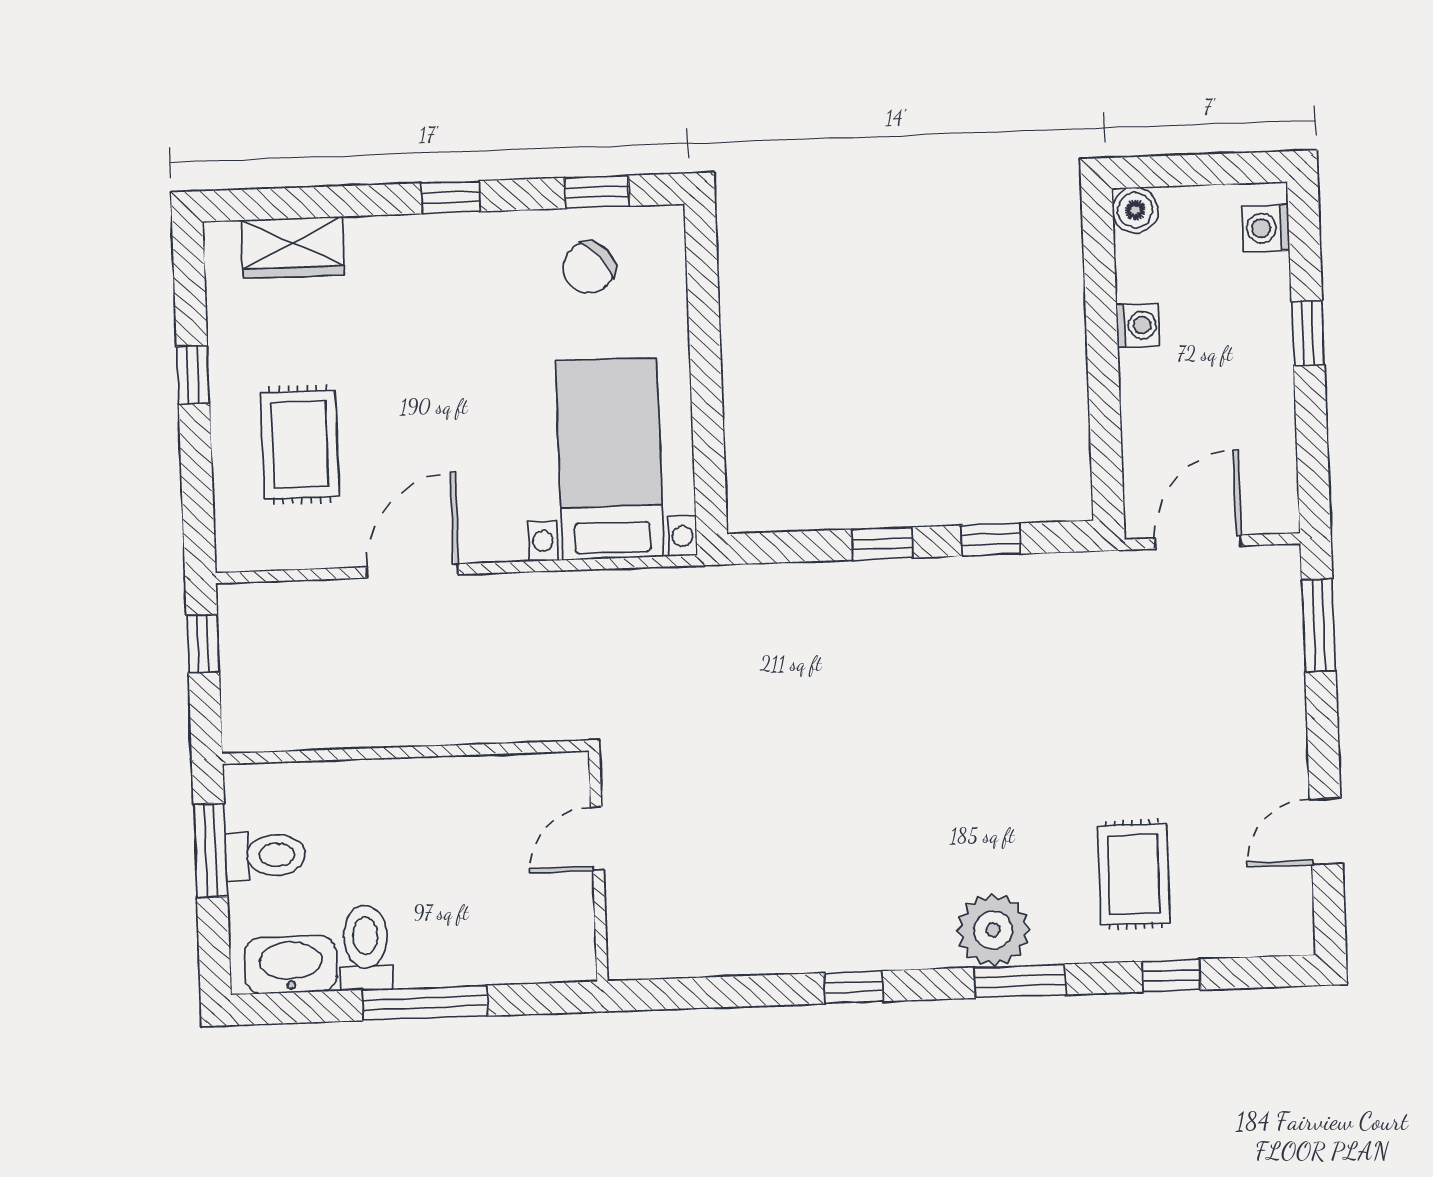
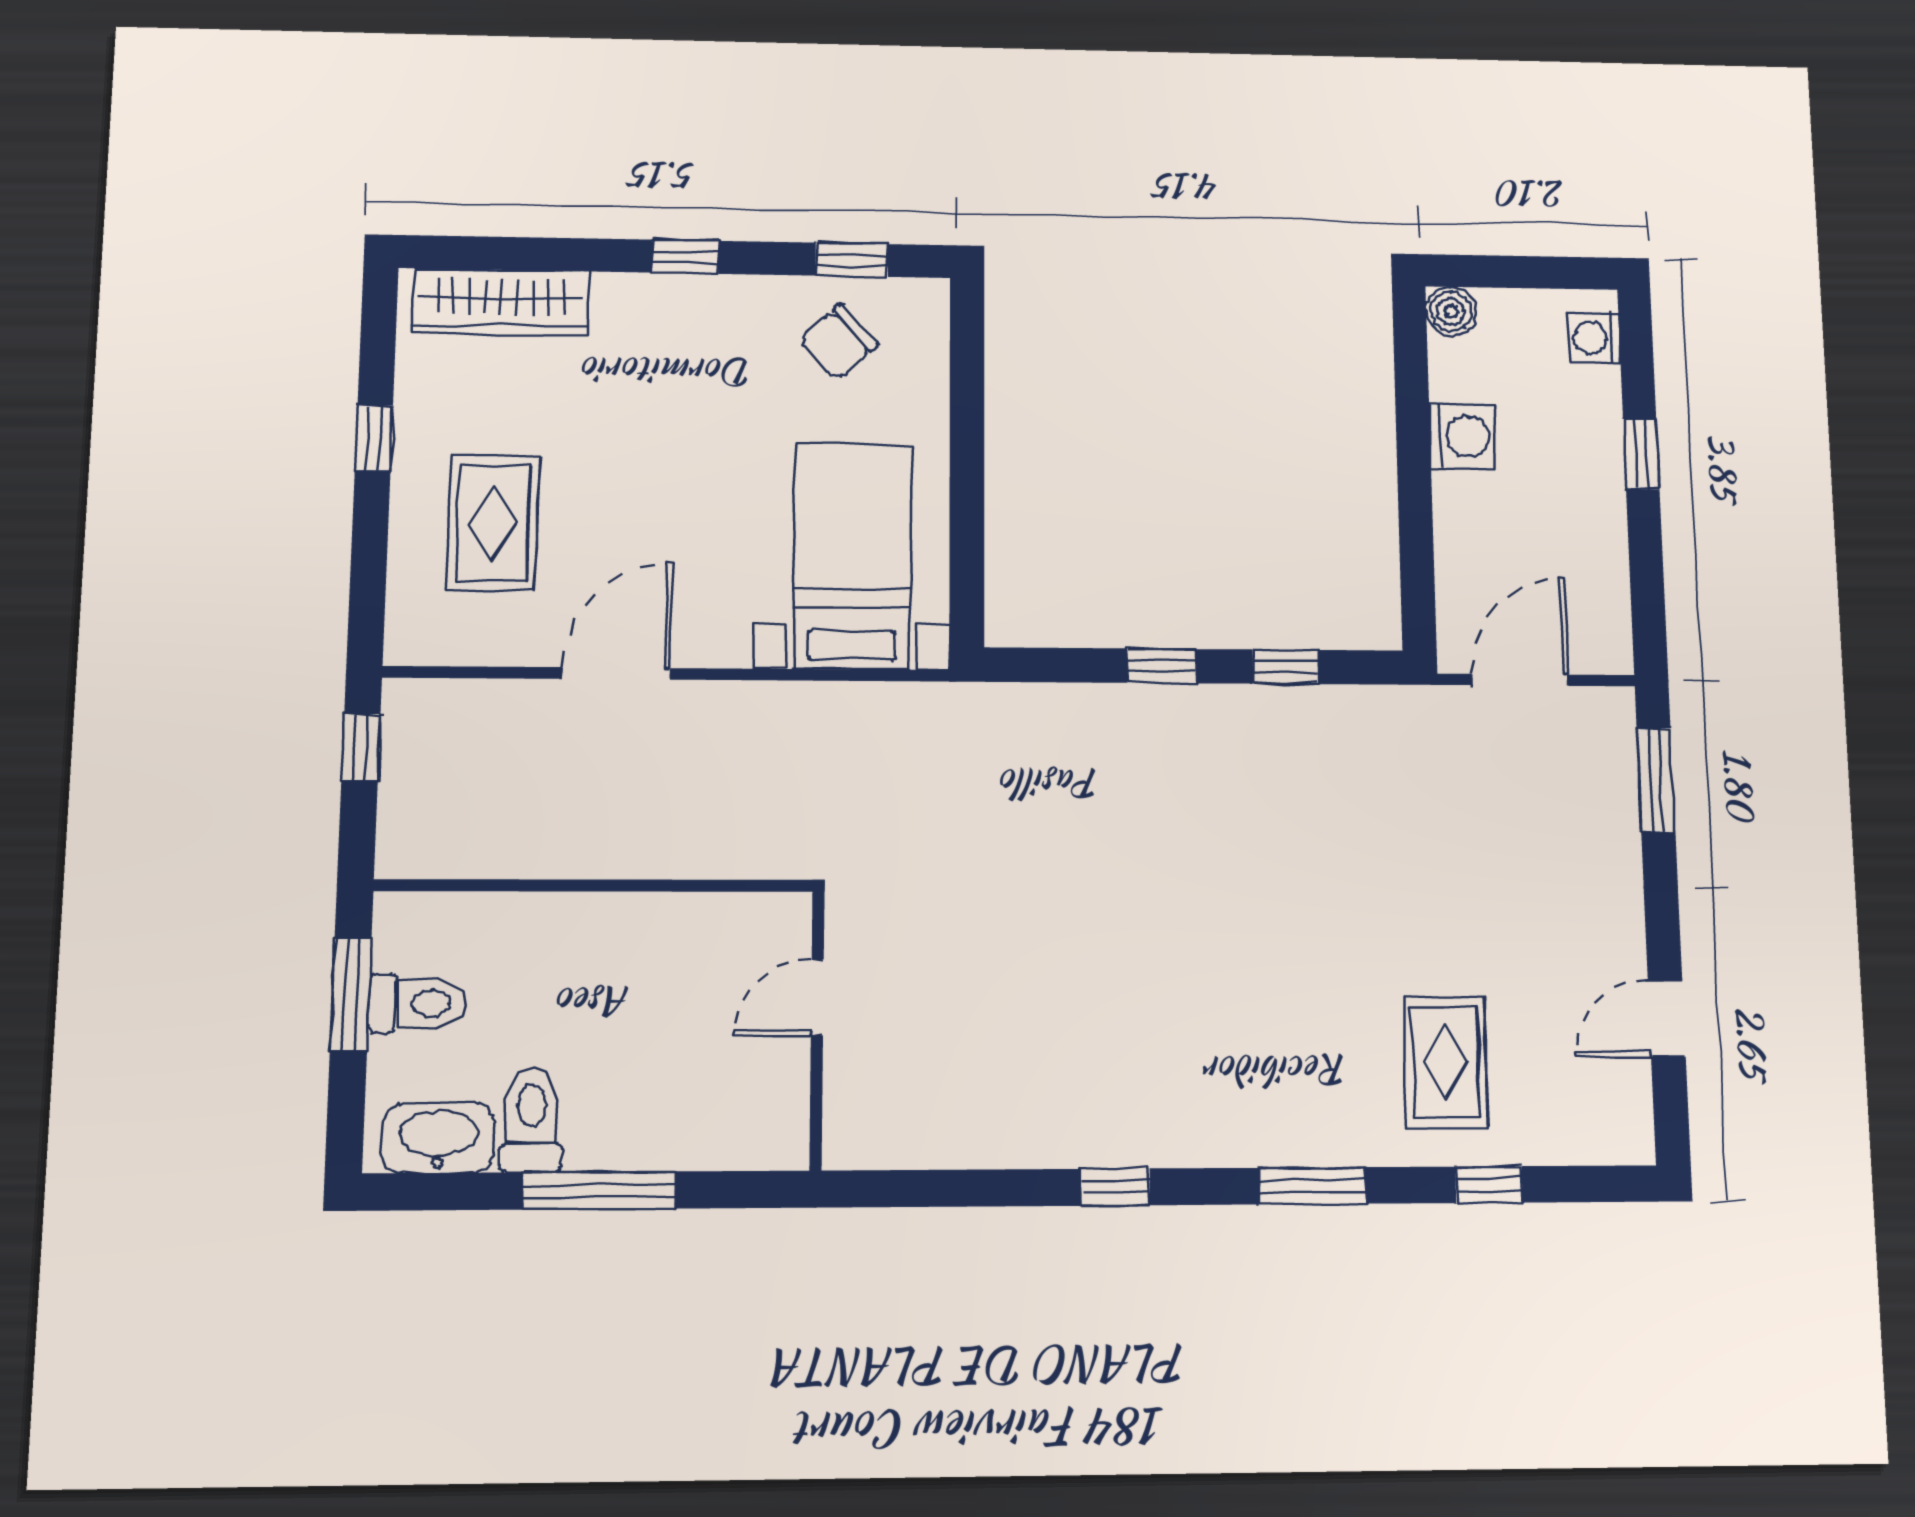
wardrobe: (293, 247) -> (501, 302), width x1.50
washing machine: (1138, 325) -> (1462, 436), width x1.38, depth x1.38
plant: (993, 930) -> (1281, 1123), removed

